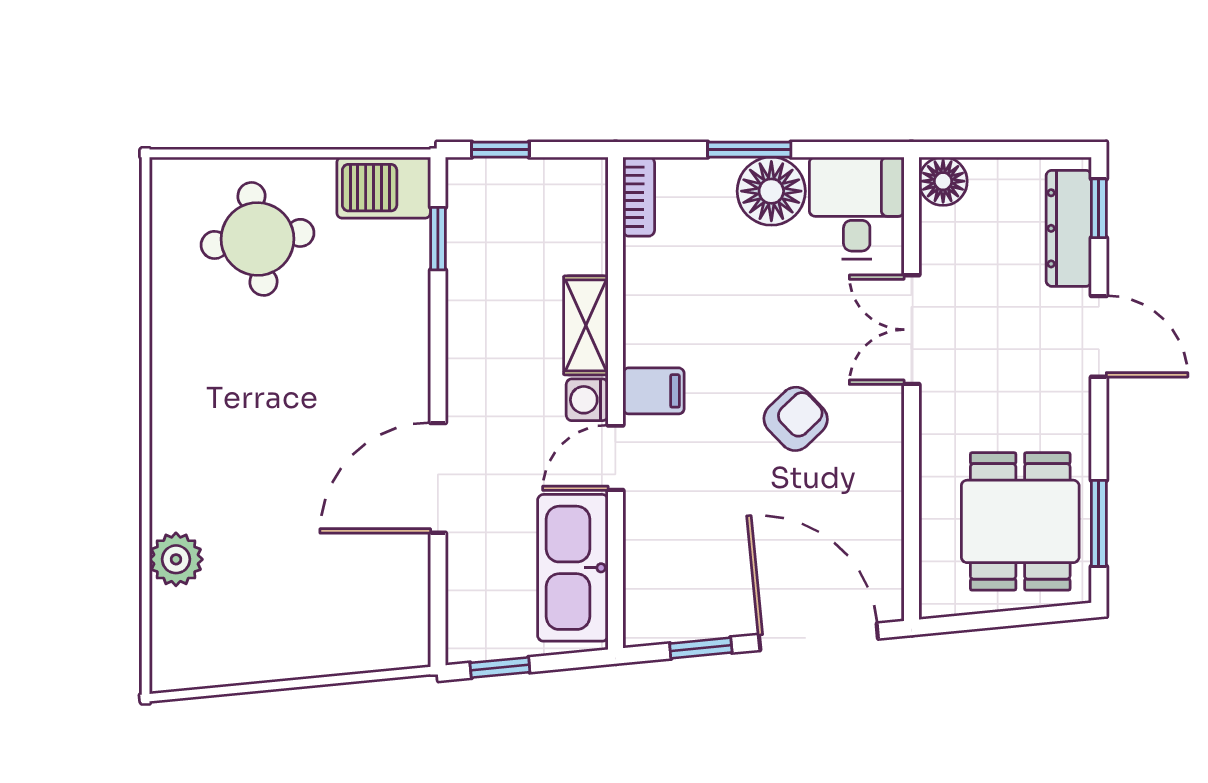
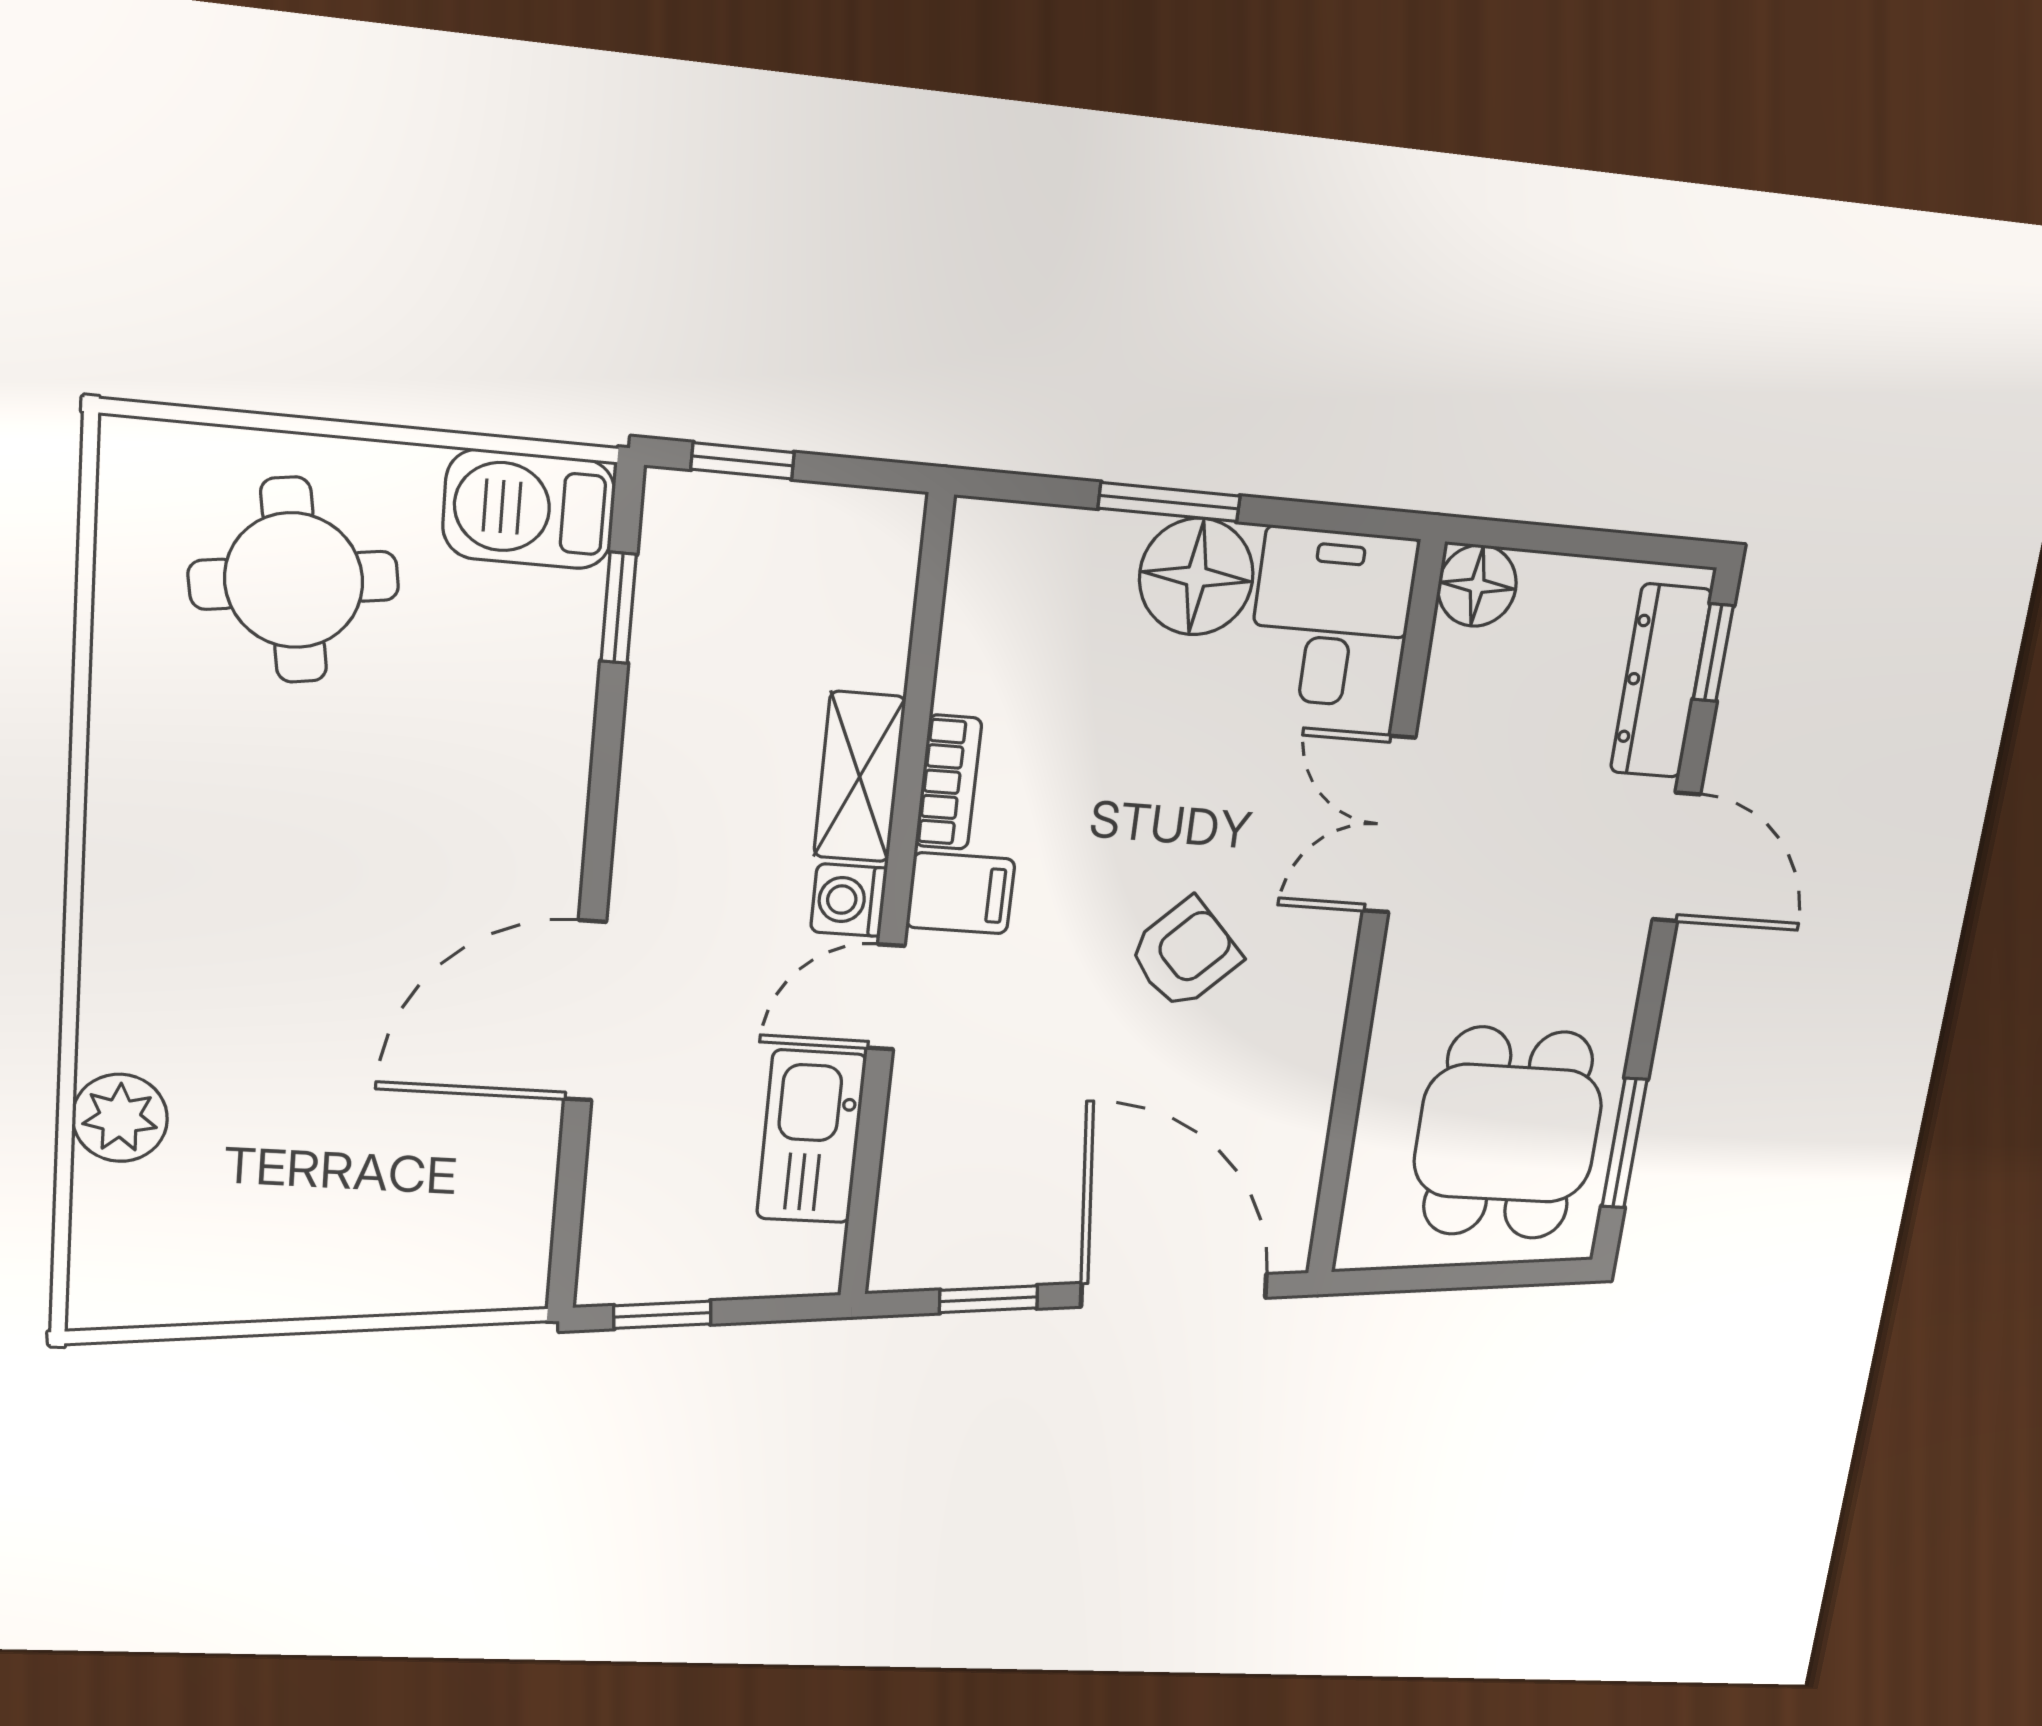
bookcase: (639, 197) -> (948, 782), moved
kitchen sink: (573, 568) -> (811, 1137), width x0.73, depth x0.81

